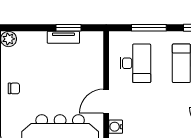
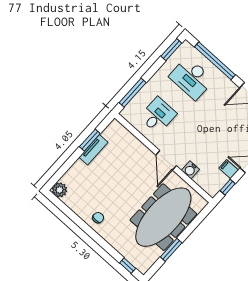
window: (149, 28) -> (133, 93), moved
desk: (135, 63) -> (158, 115), width x0.73

